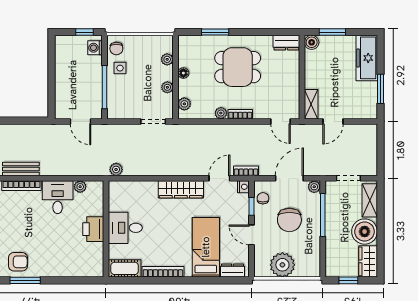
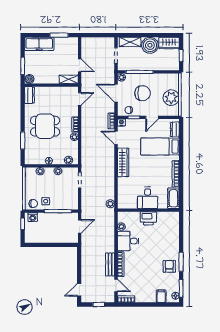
dining table: (238, 67) -> (45, 126), turned 90

